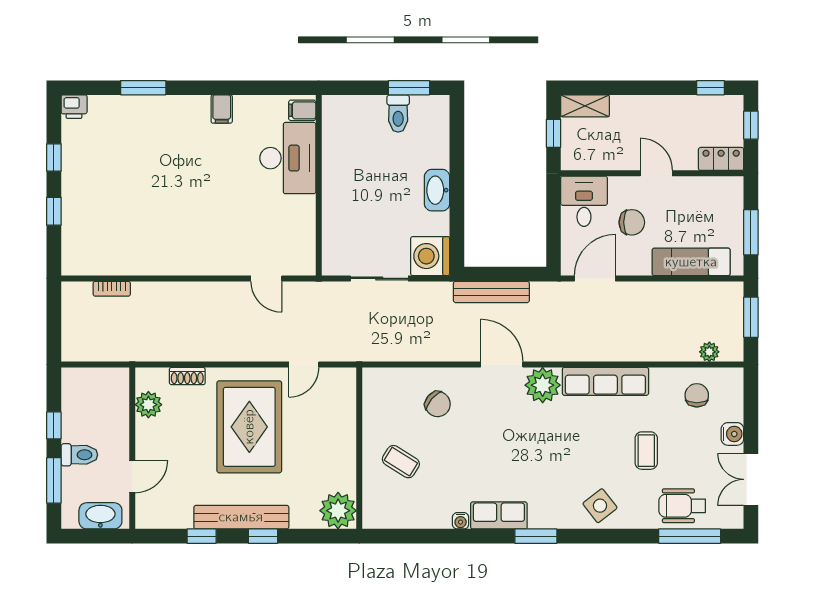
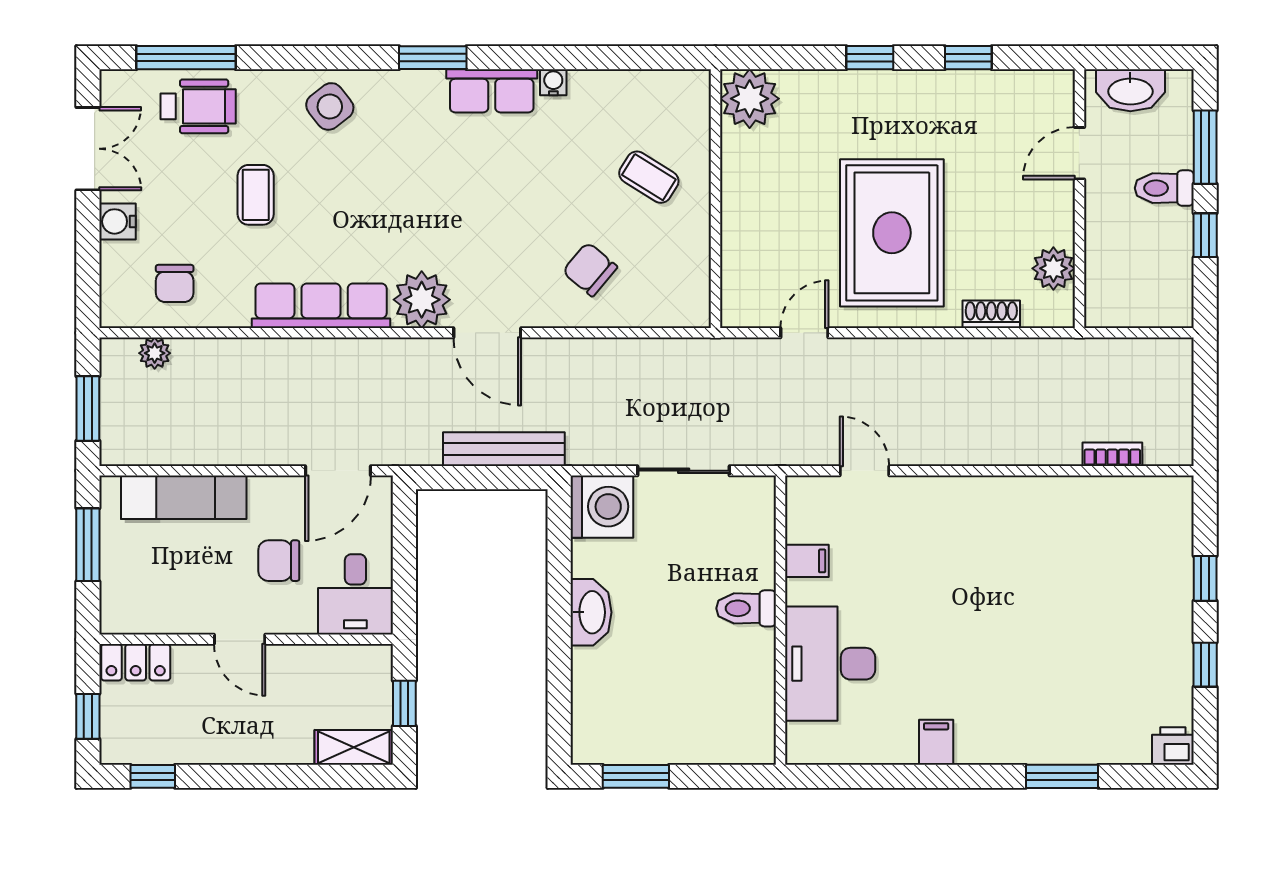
filing cabinet: (302, 110) -> (807, 561), moved
toilet: (398, 113) -> (746, 608), moved, turned -90
bench: (241, 517) -> (905, 88), removed

